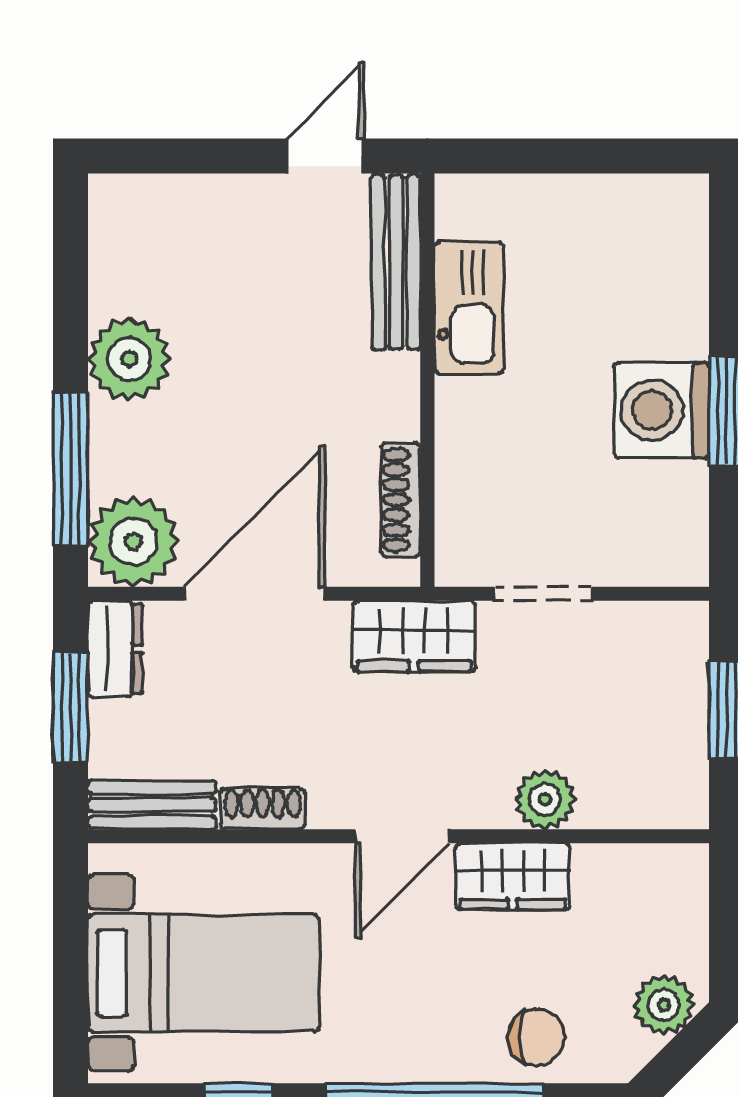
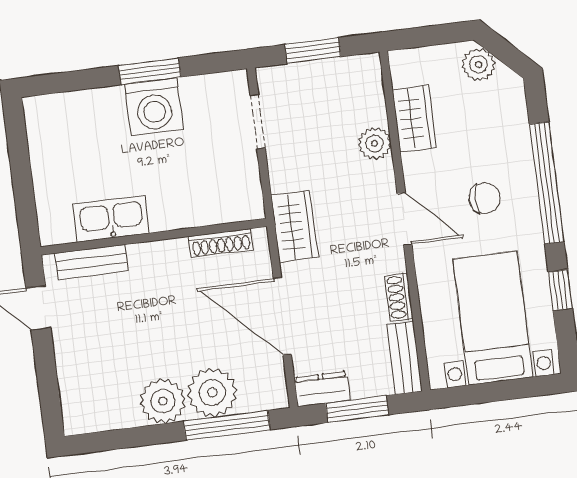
bench: (396, 262) -> (92, 262), width x0.73
plant: (133, 541) -> (212, 392), moved
doorway: (543, 594) -> (258, 122), moved
wardrobe: (513, 876) -> (414, 118), moved
chair: (537, 1037) -> (485, 198), moved, turned 90

